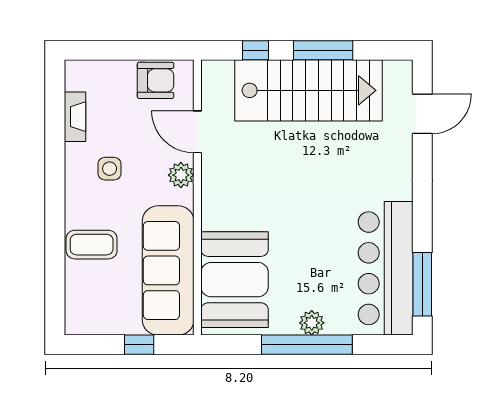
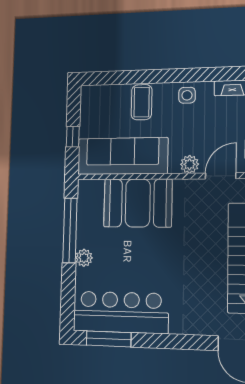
side table: (110, 169) -> (187, 95), moved
booth: (235, 280) -> (138, 203), moved
window: (307, 345) -> (70, 230), moved

